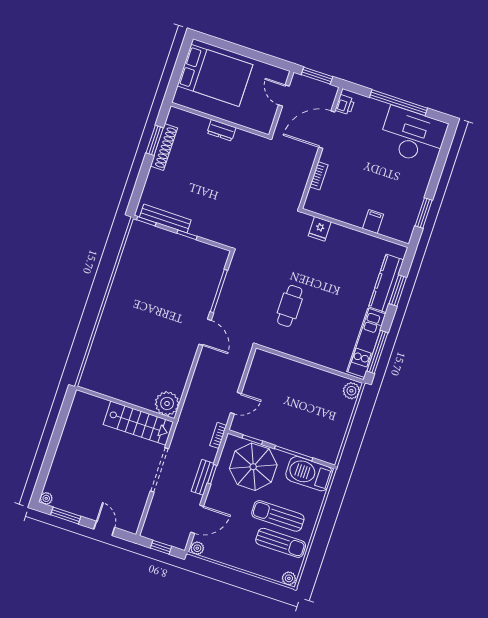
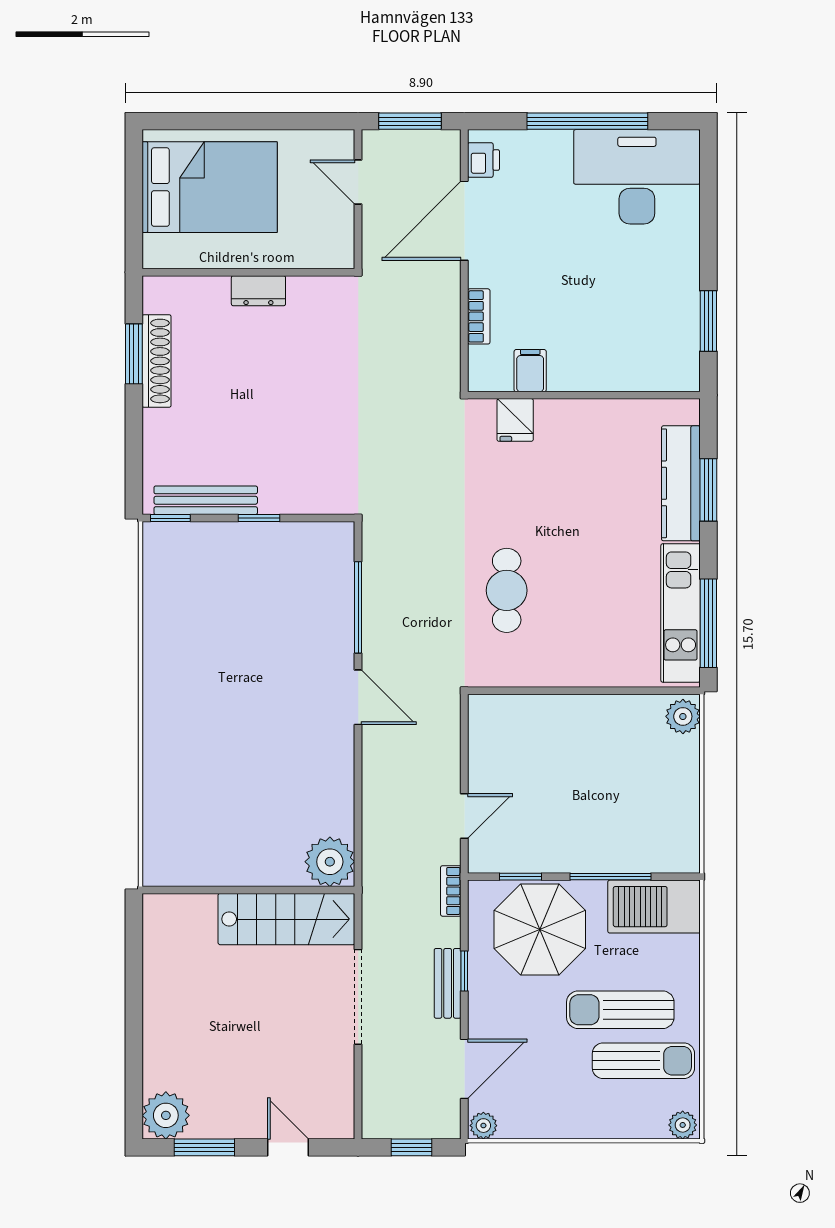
filing cabinet: (373, 221) -> (530, 371), moved
plant: (46, 498) -> (166, 1115), width x1.88, depth x1.88

